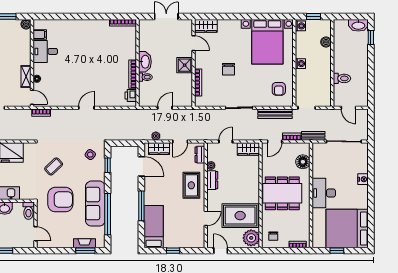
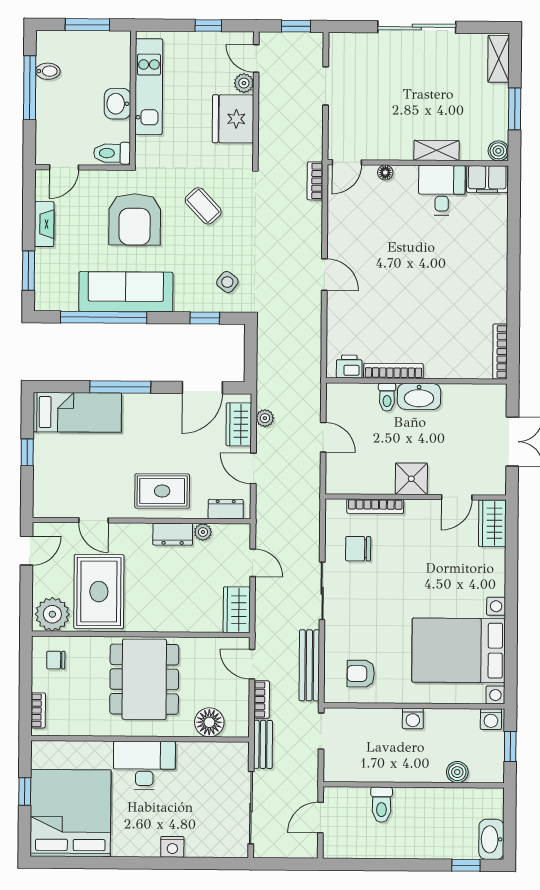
filing cabinet: (40, 34) -> (487, 179), width x2.00
chair: (228, 69) -> (358, 549), moved
shelving: (26, 77) -> (437, 150), moved
fireplace: (84, 243) -> (44, 224), moved

